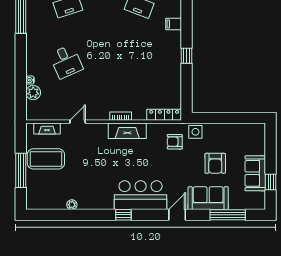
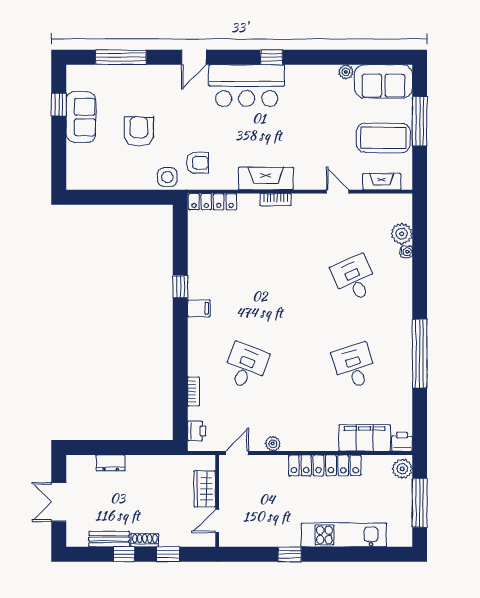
filing cabinet: (174, 24) -> (199, 308), moved
door: (78, 122) -> (338, 192), swing flipped
sofa: (208, 198) -> (383, 81), moved

